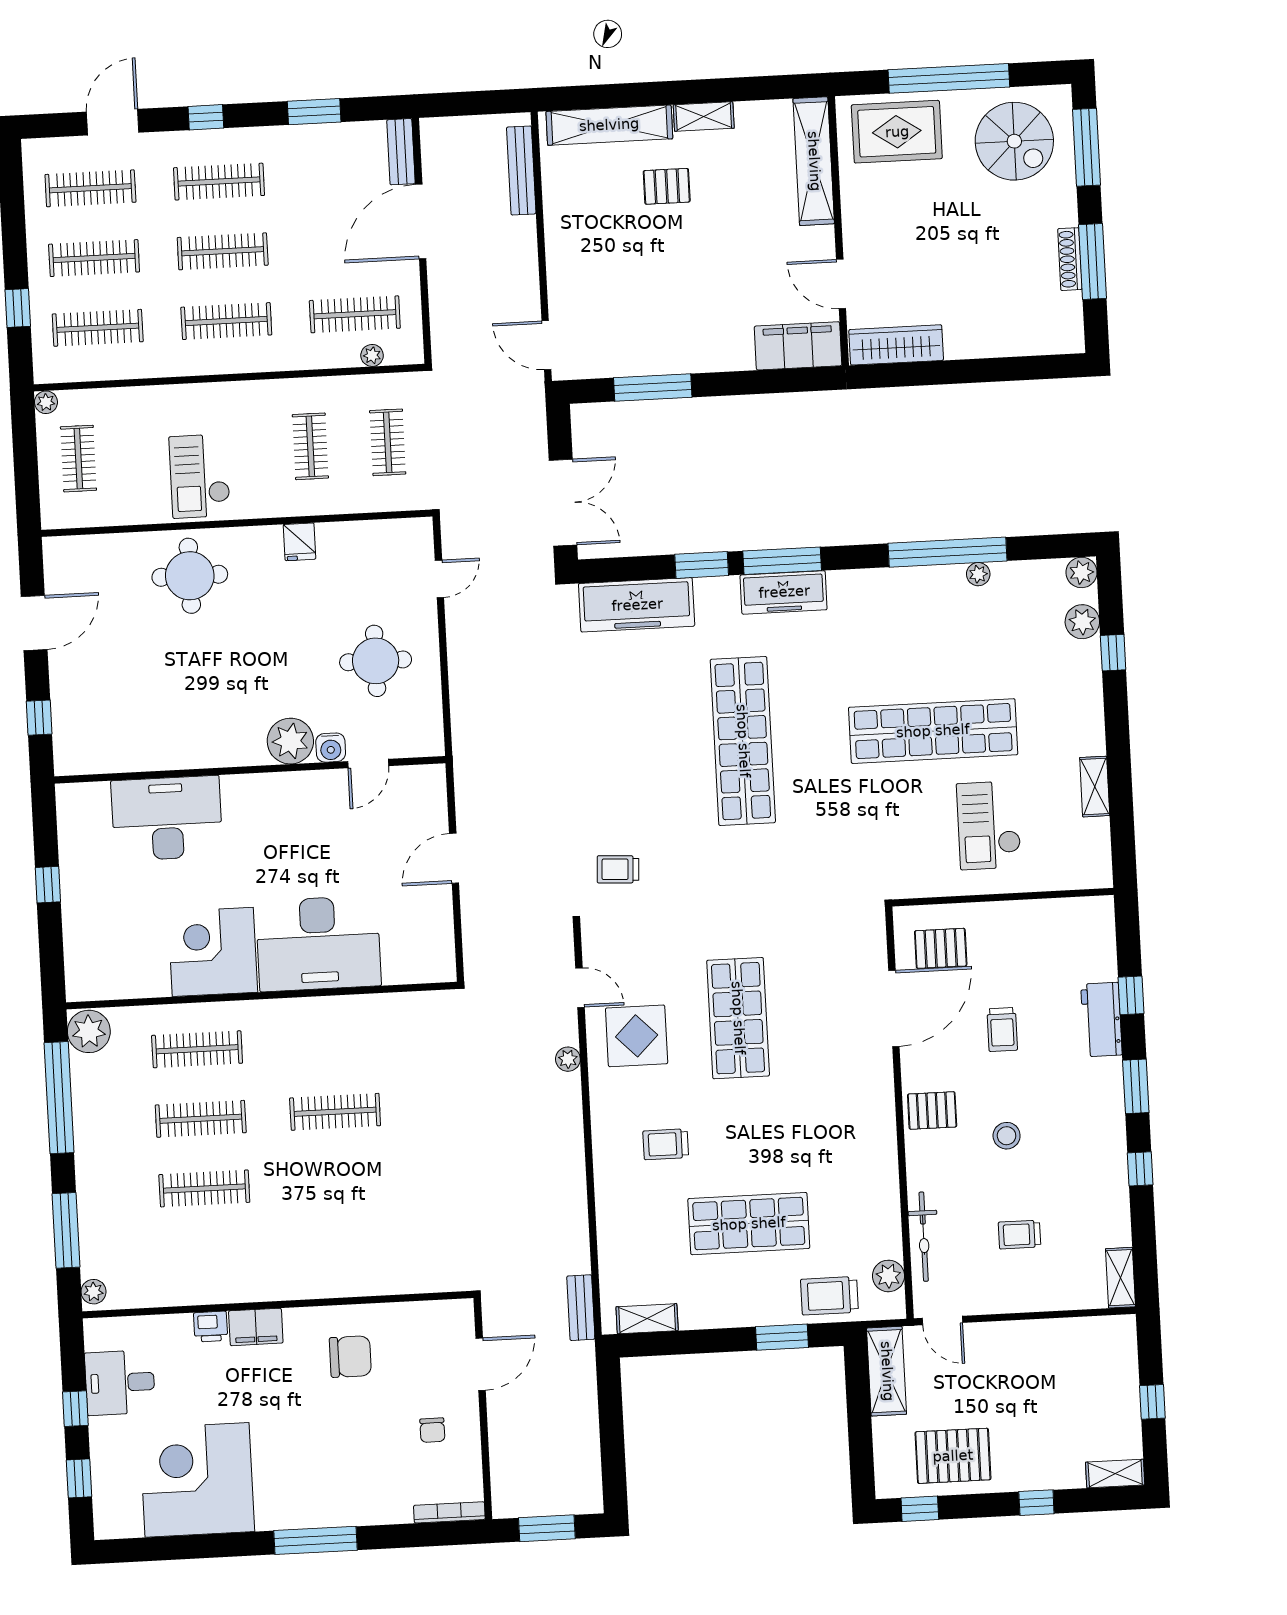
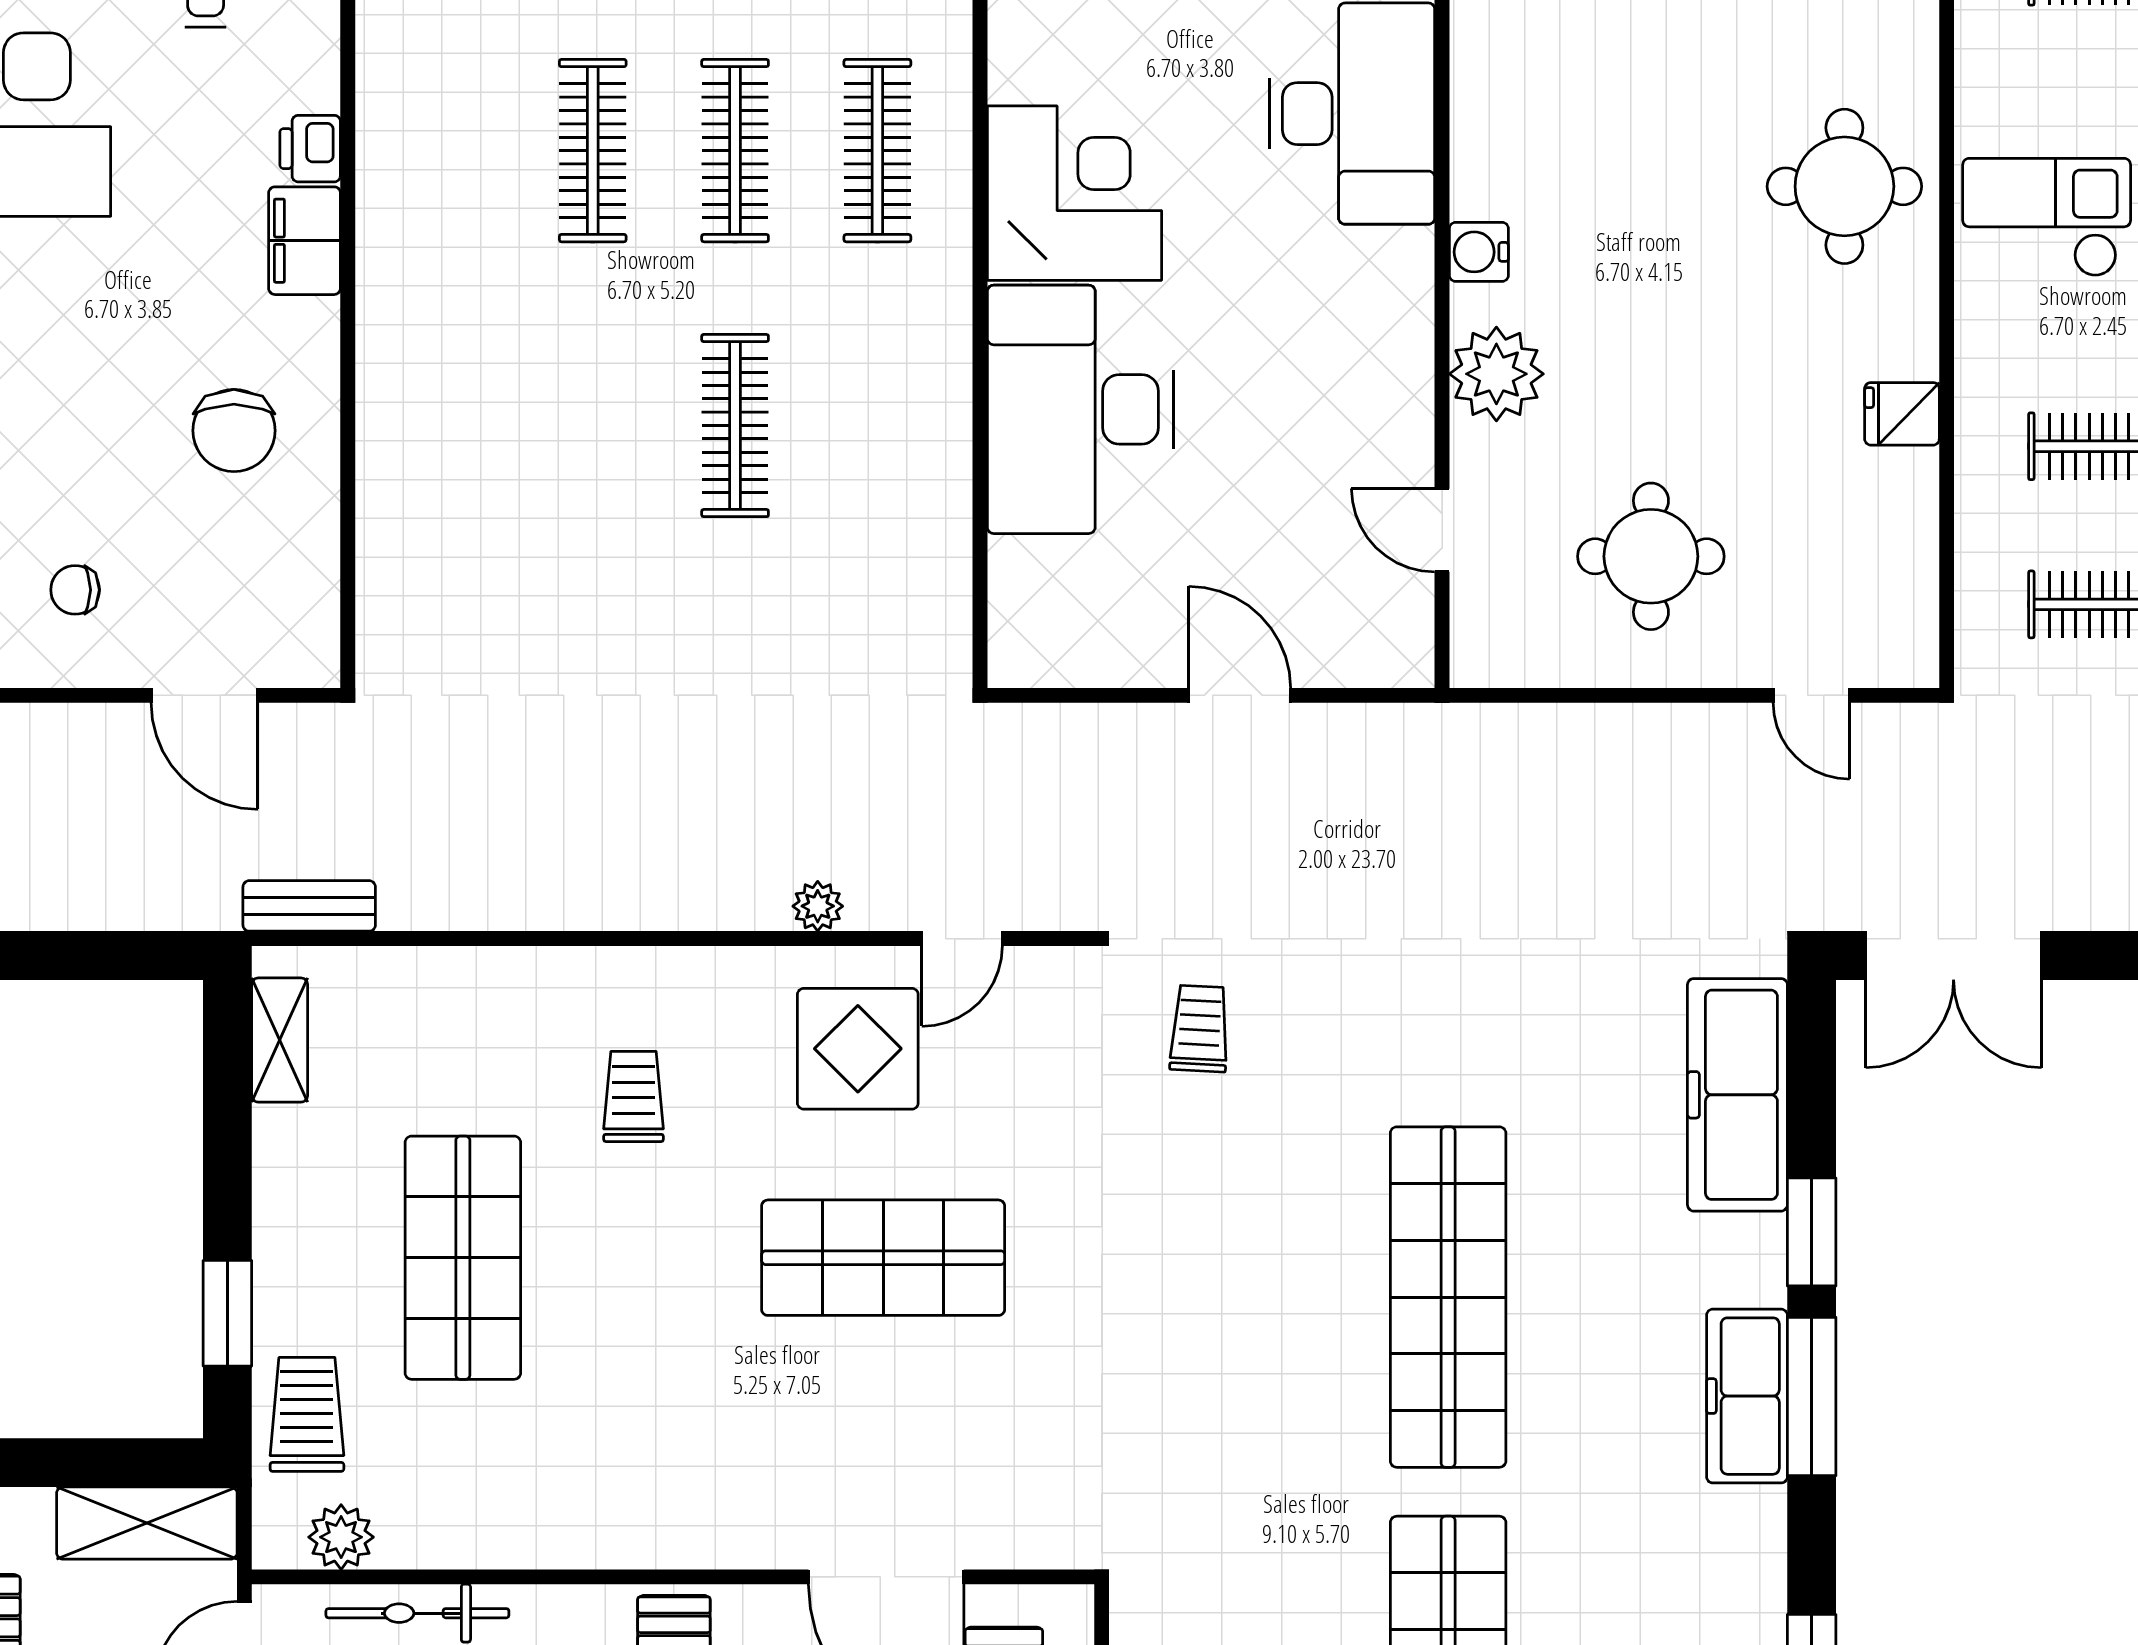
shop shelf: (743, 741) -> (1448, 1297), turned 90
water cooler: (331, 748) -> (1479, 252), moved

